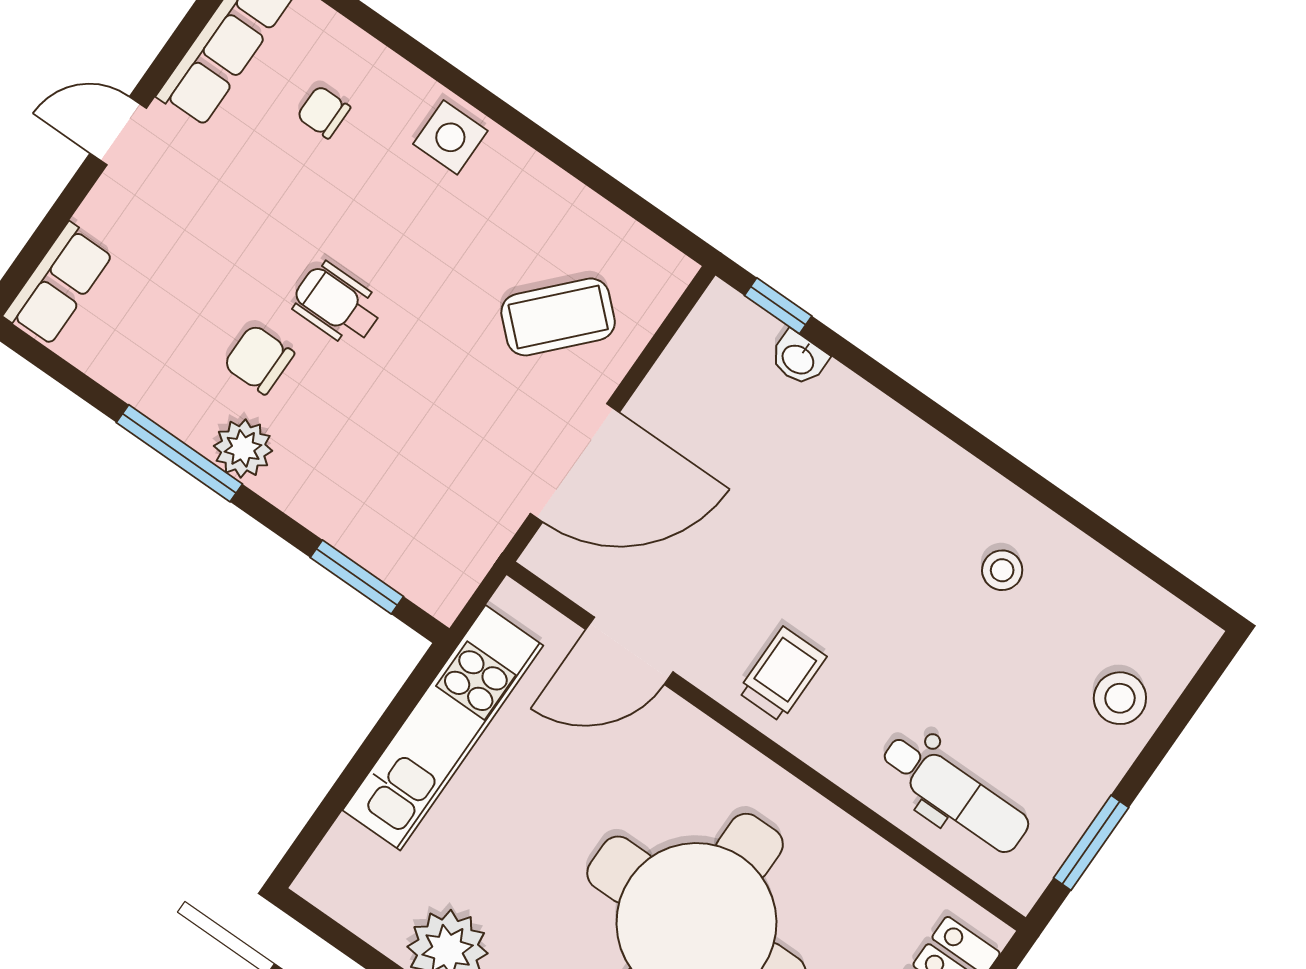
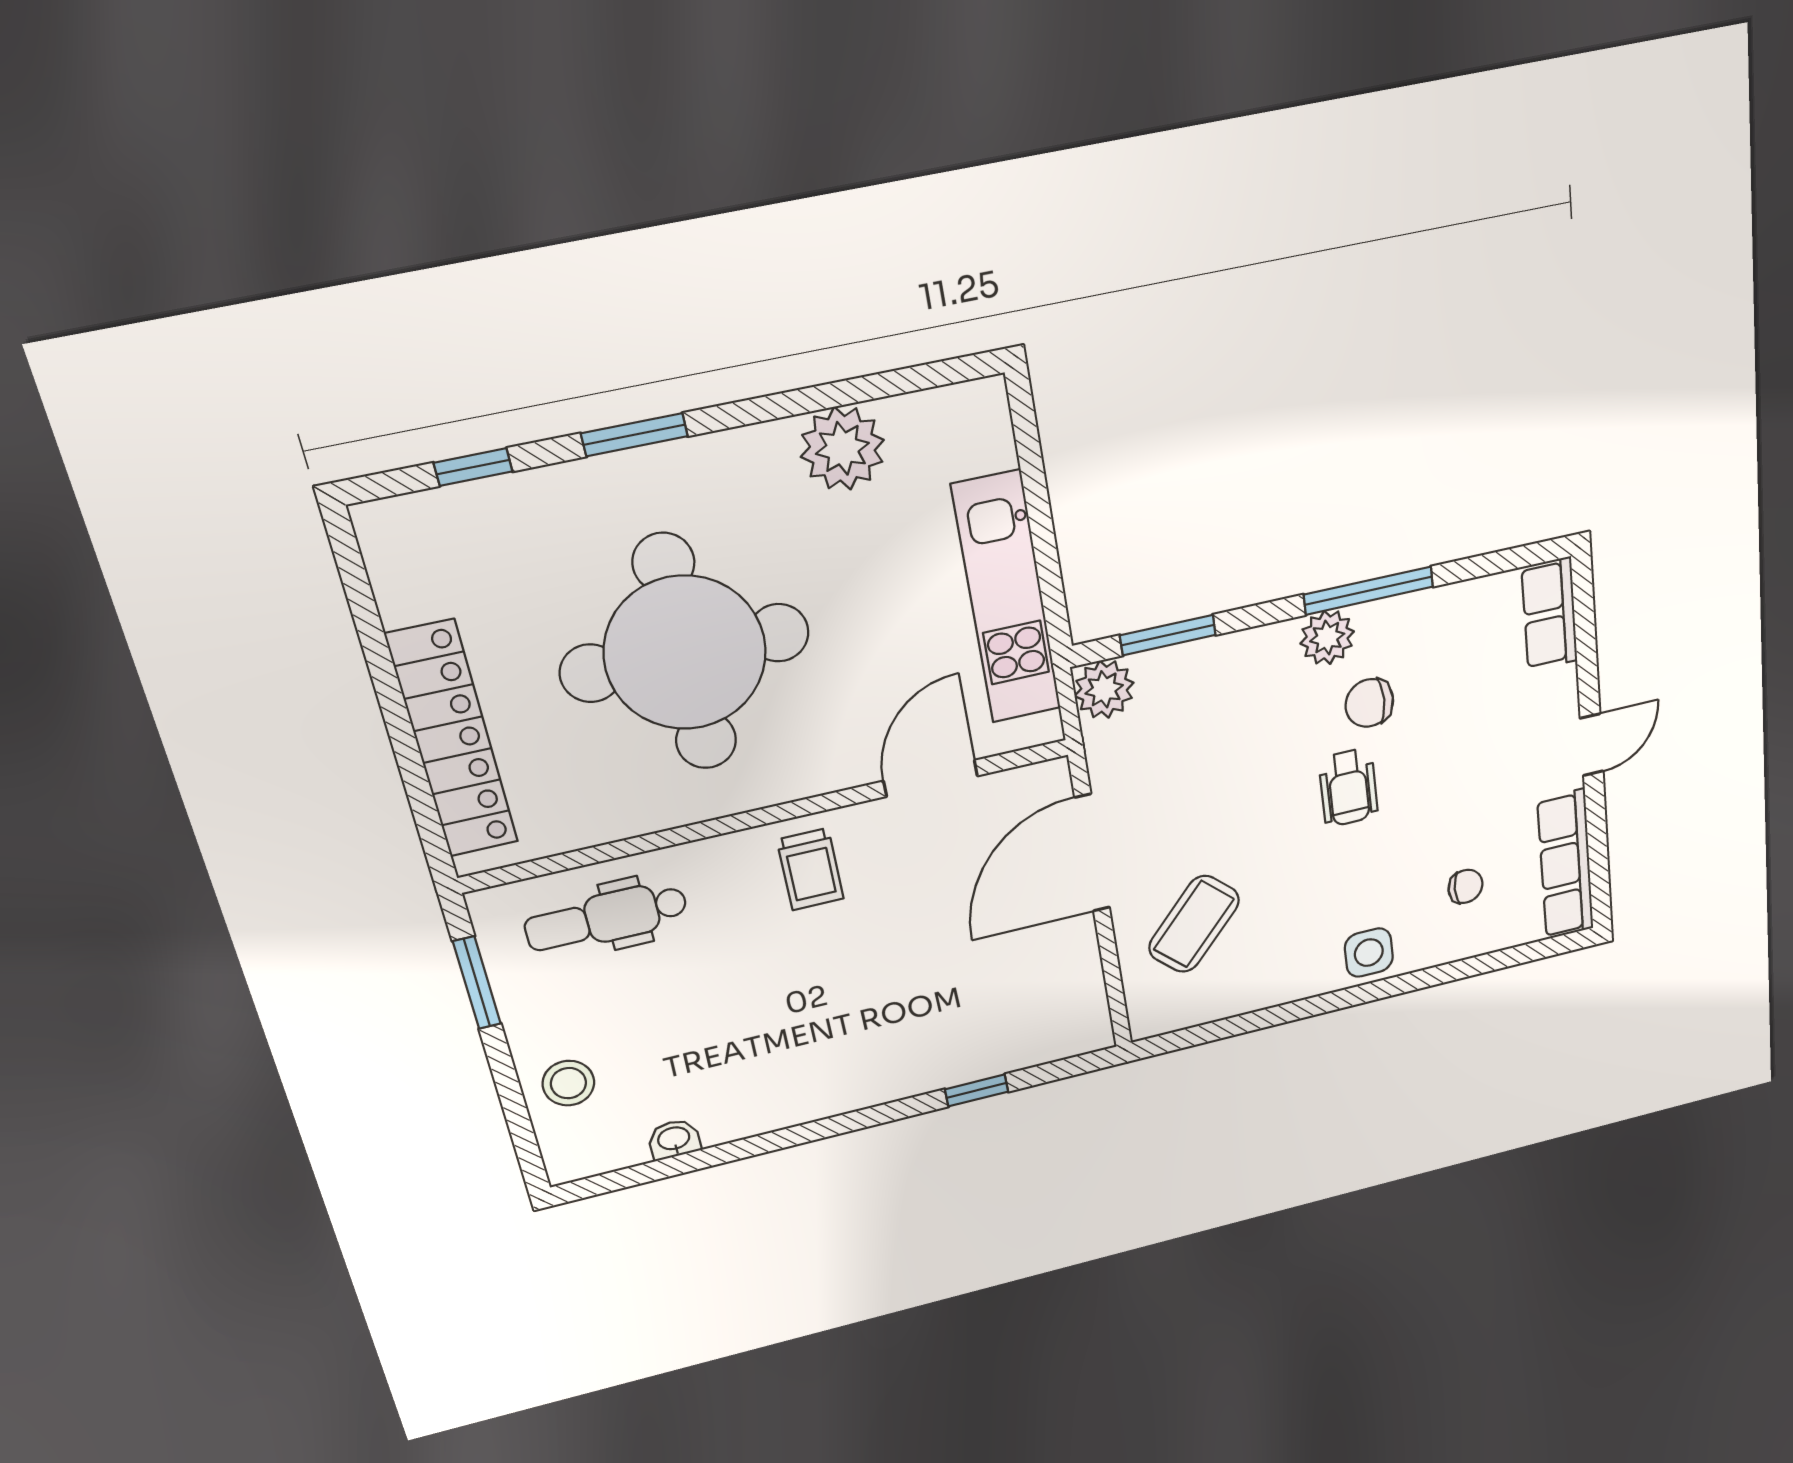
wheelchair: (337, 304) -> (1348, 787), turned 90
window: (778, 306) -> (977, 1090), moved
chair: (259, 359) -> (1369, 703), turned 180
washbasin: (799, 359) -> (674, 1139), moved
stool: (1002, 570) -> (738, 1075), removed
plant: (442, 585) -> (1104, 689), added

